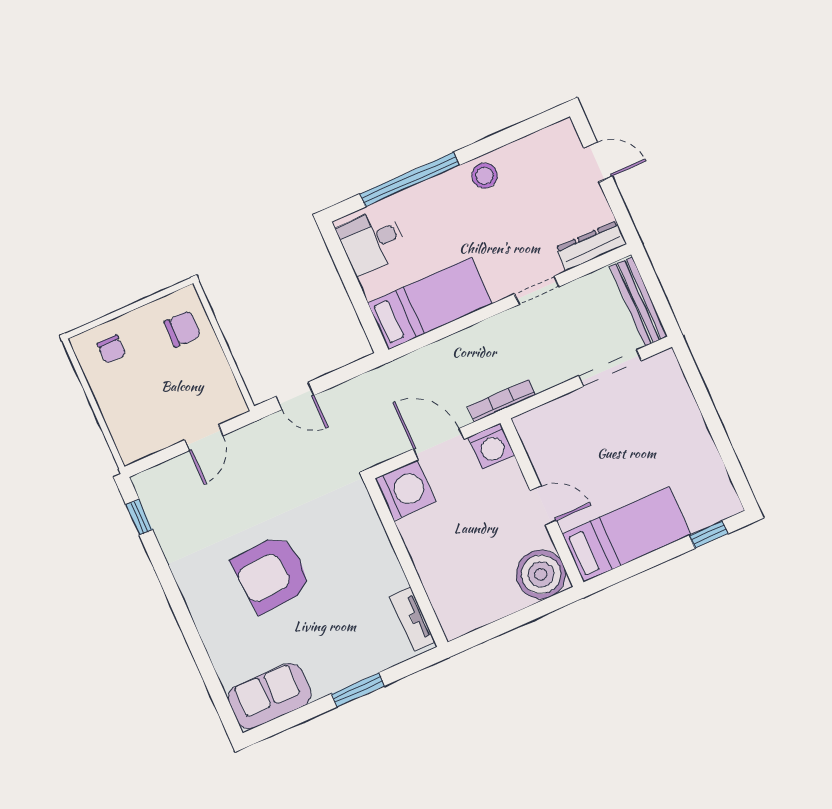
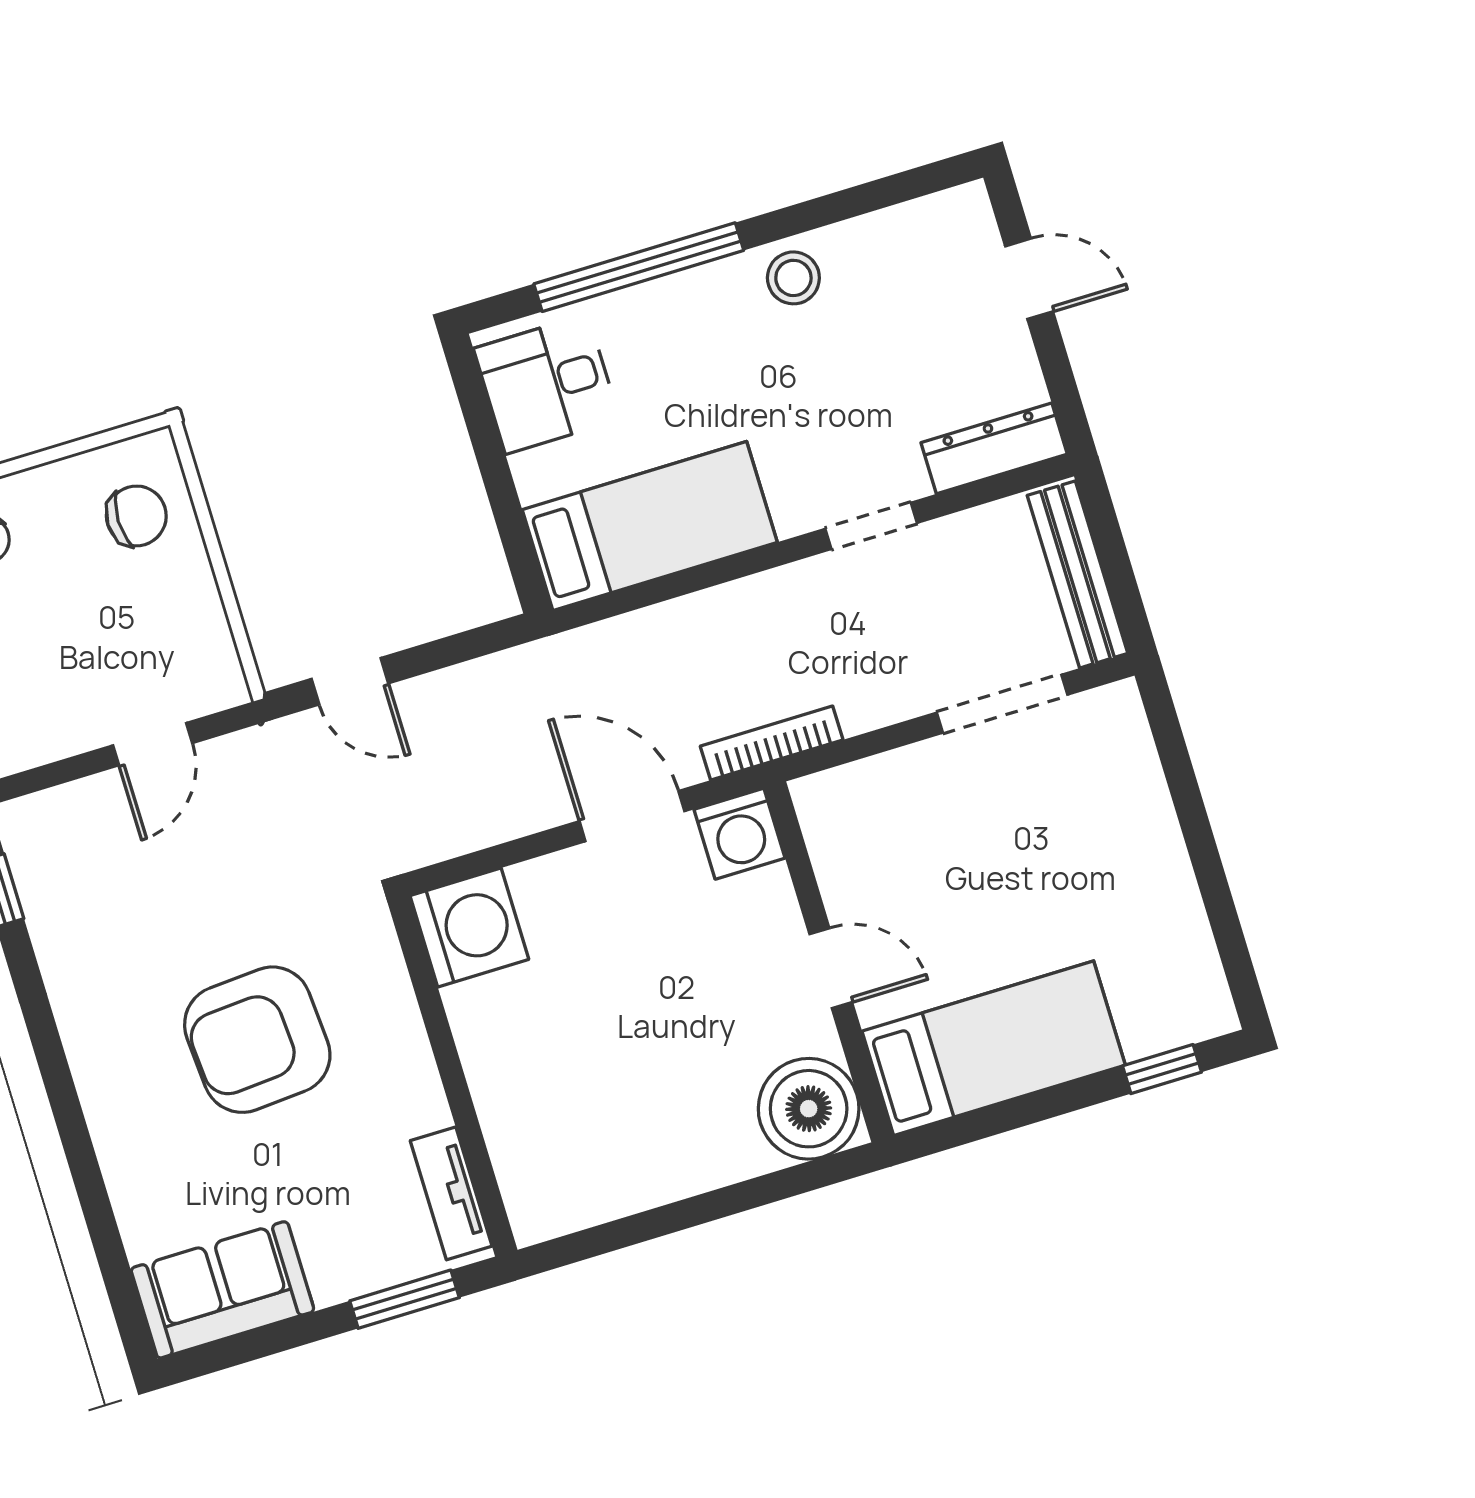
washing machine: (405, 490) -> (469, 928), moved
wall: (406, 563) -> (452, 1076), moved
tv unit: (412, 619) -> (451, 1193), moved

